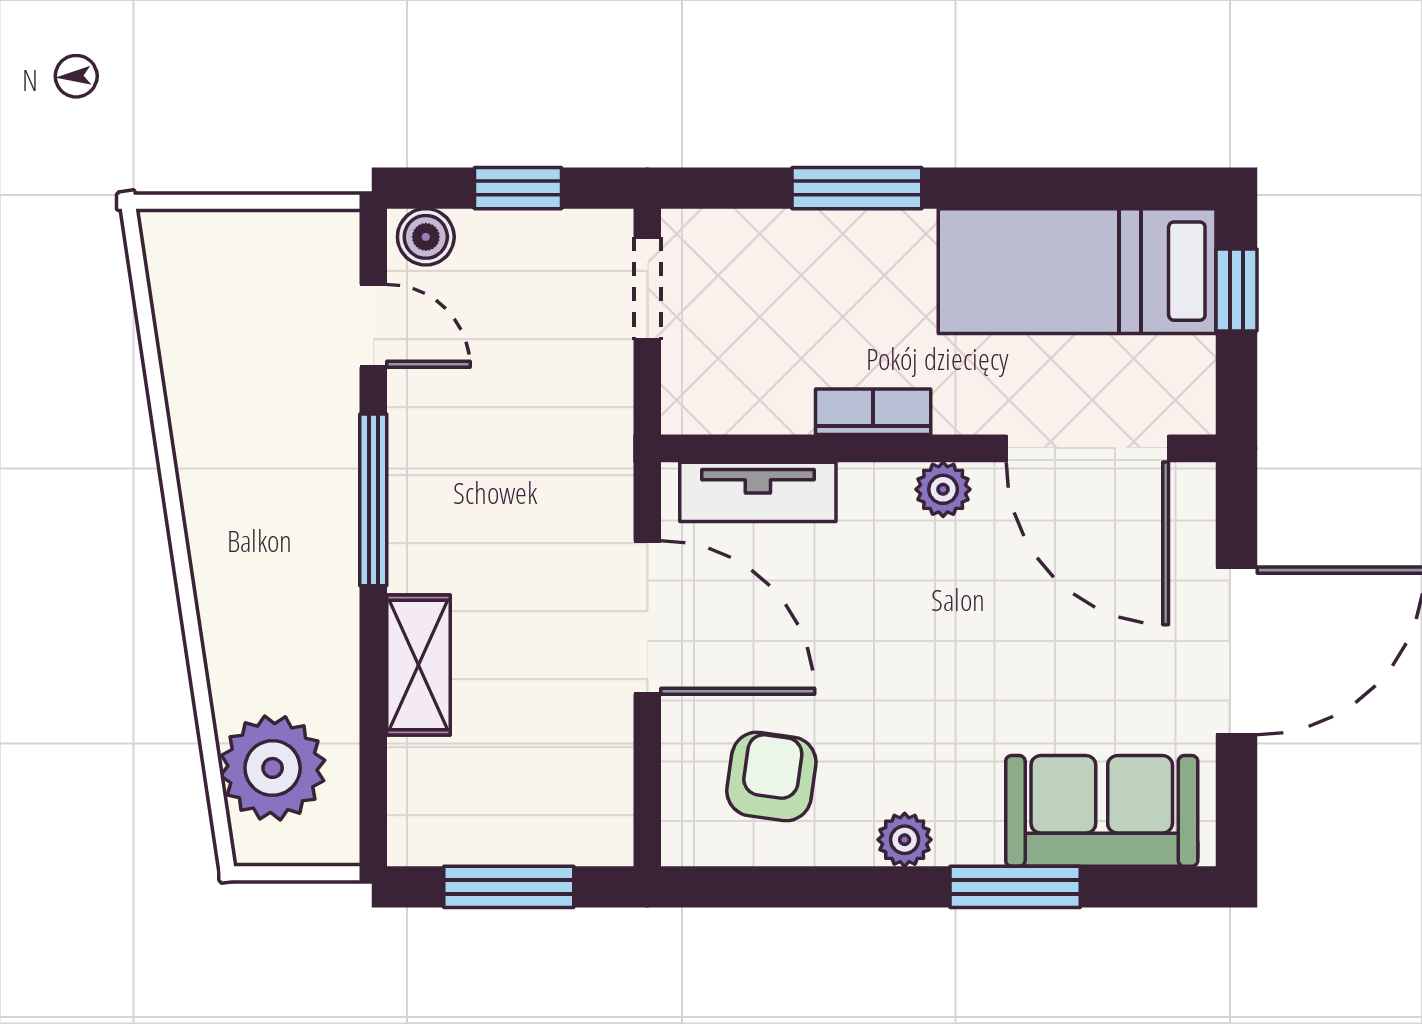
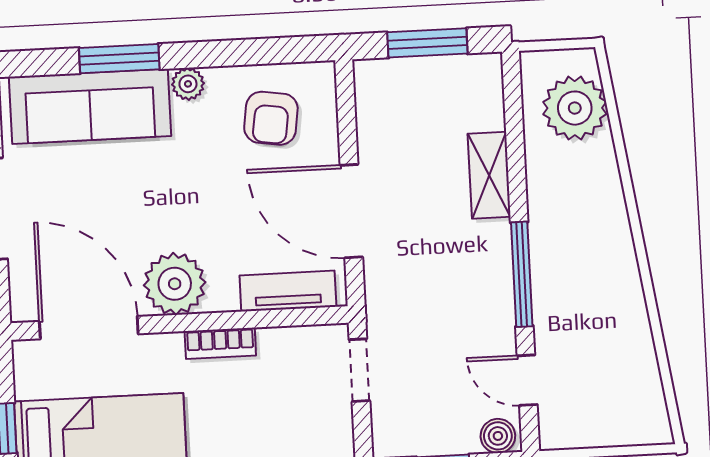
doorway: (647, 288) -> (359, 370), moved
plant: (943, 489) -> (175, 284), width x1.88, depth x1.88
sofa: (1102, 811) -> (90, 106), width x1.36

